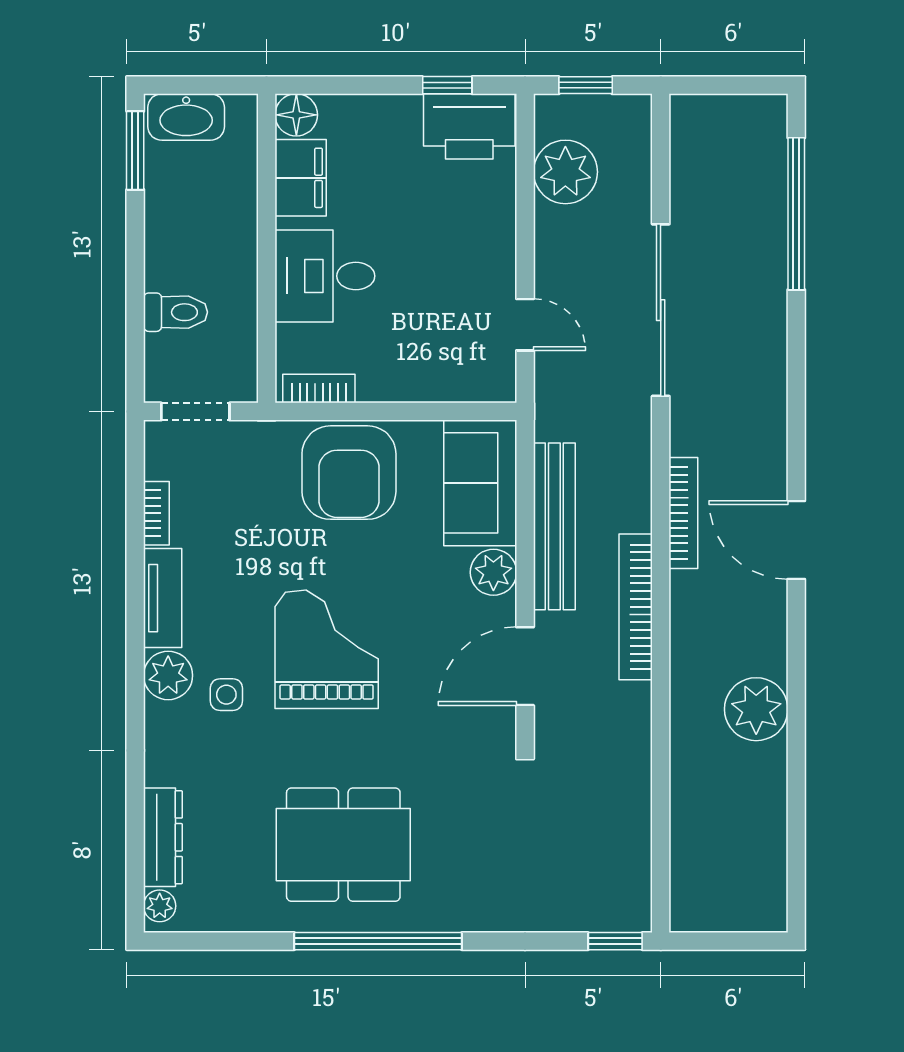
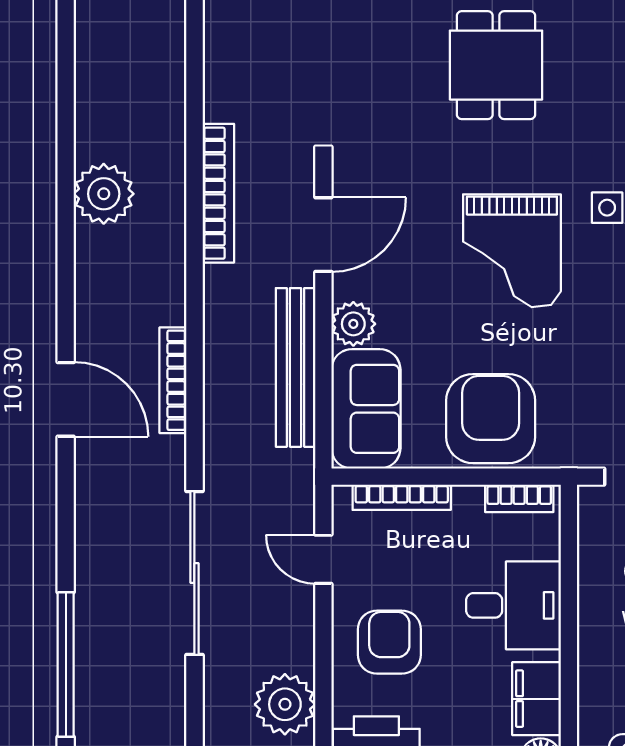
armchair: (456, 237) -> (389, 642), added
bookcase: (443, 390) -> (402, 497), added
door: (796, 540) -> (66, 399), moved
bookcase: (636, 607) -> (218, 193), moved
dining table: (343, 845) -> (496, 65), width x0.73

